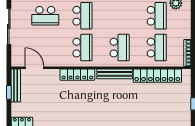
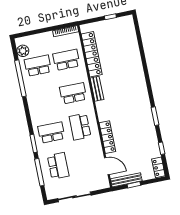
school desk: (82, 48) -> (80, 127), turned -90
door: (35, 68) -> (107, 166), swing flipped
bench: (115, 74) -> (97, 89), width x0.73
locker: (77, 75) -> (107, 137), moved

